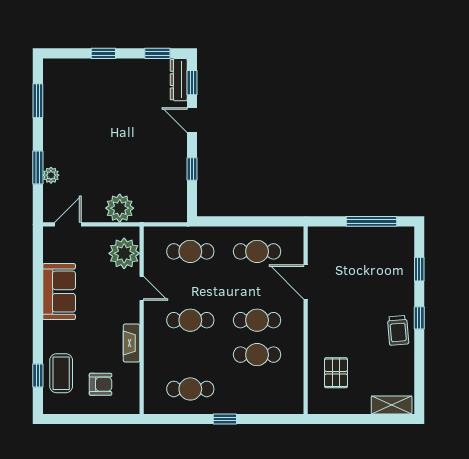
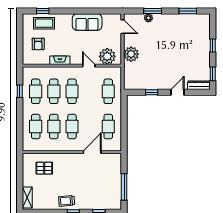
window: (192, 83) -> (197, 92), removed
door: (142, 288) -> (89, 66), swing flipped
cafe table: (190, 355) -> (54, 91), added
cafe table: (257, 389) -> (36, 127), added
window: (225, 419) -> (20, 91), moved

